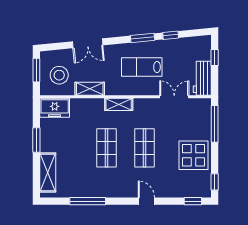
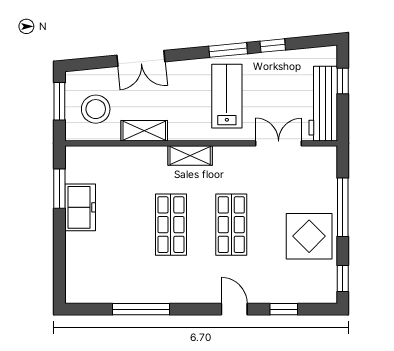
lab bench: (142, 67) -> (227, 96), turned 90
workbench: (202, 78) -> (323, 104), width x1.38
freezer: (55, 108) -> (80, 207), moved, turned -90
window: (215, 124) -> (343, 207), moved
window: (36, 140) -> (59, 189), moved
shelving: (48, 173) -> (77, 264), removed
window: (193, 201) -> (284, 309), moved

